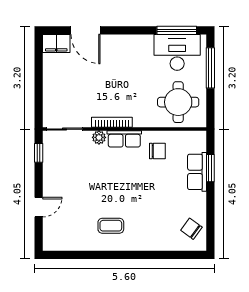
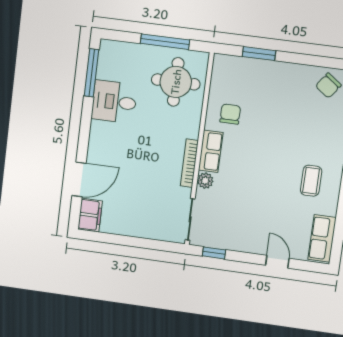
desk: (177, 52) -> (114, 102), moved, width x0.73
window: (210, 68) -> (165, 42), moved
row of seats: (197, 172) -> (322, 238), moved, turned 90

